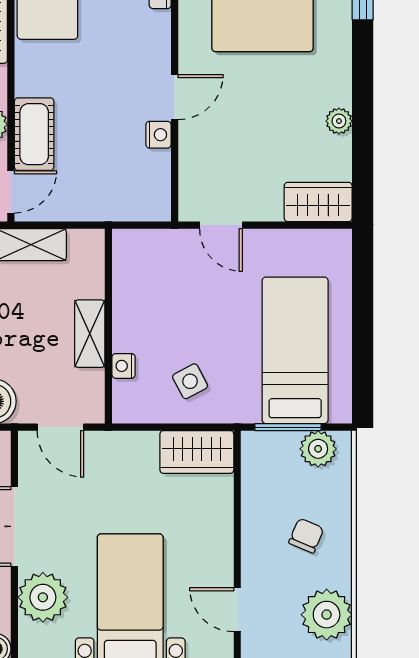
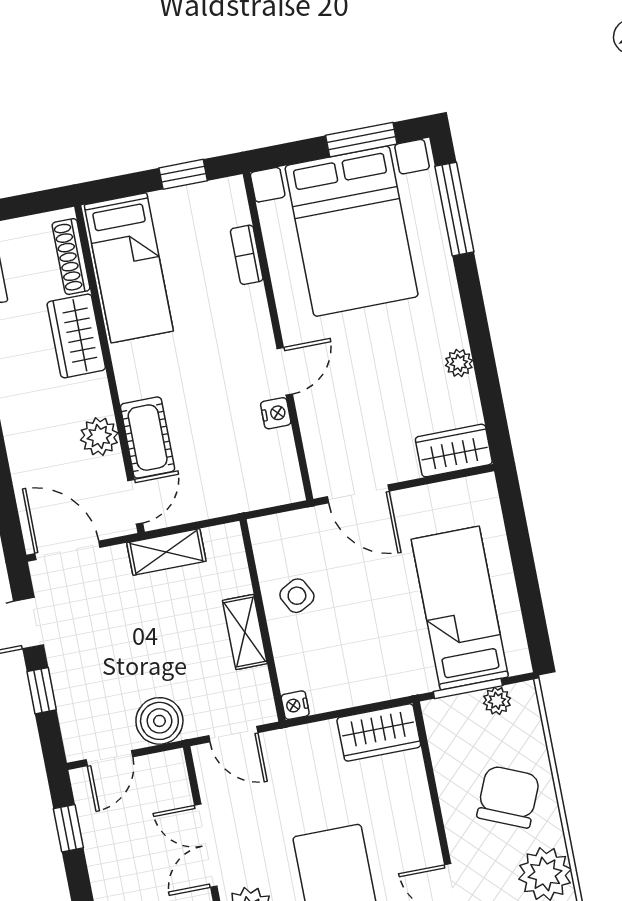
door: (221, 225) -> (358, 494), width x1.38
nightstand: (124, 366) -> (295, 705), moved
side table: (190, 381) -> (297, 596), moved
plant: (318, 449) -> (497, 701), width x0.73, depth x0.73
chair: (306, 536) -> (508, 797), width x1.87, depth x1.87

